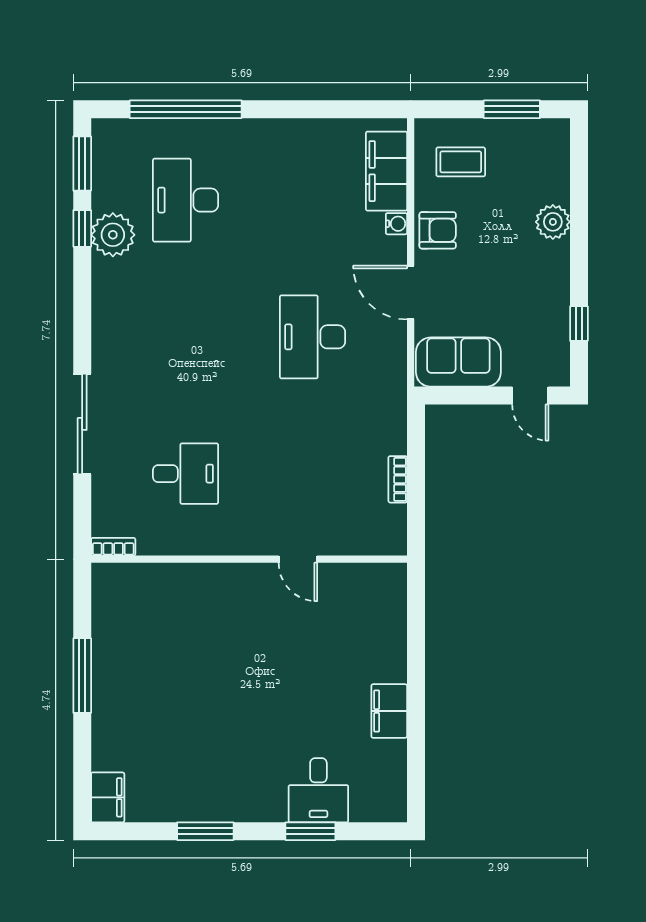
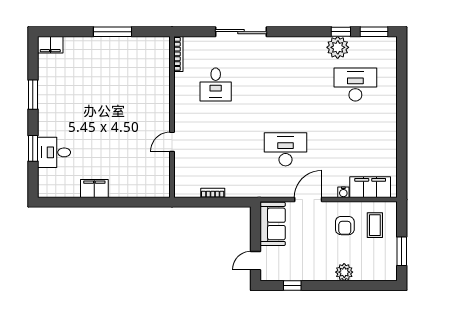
window: (186, 109) -> (402, 85), removed
armchair: (438, 230) -> (345, 226), moved
bookcase: (113, 547) -> (178, 54), width x1.56

